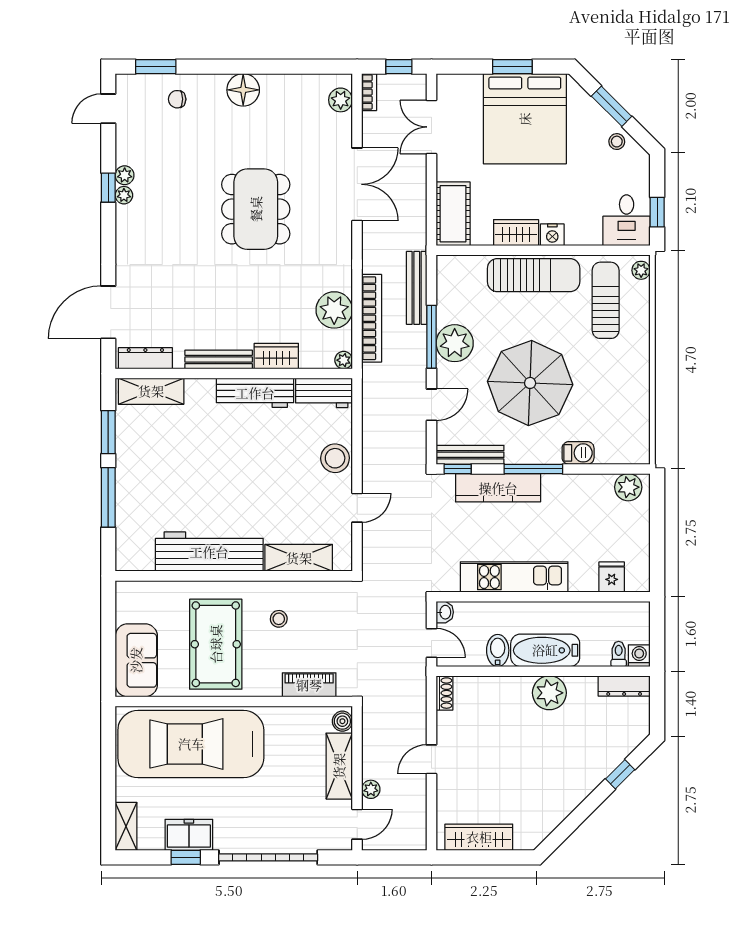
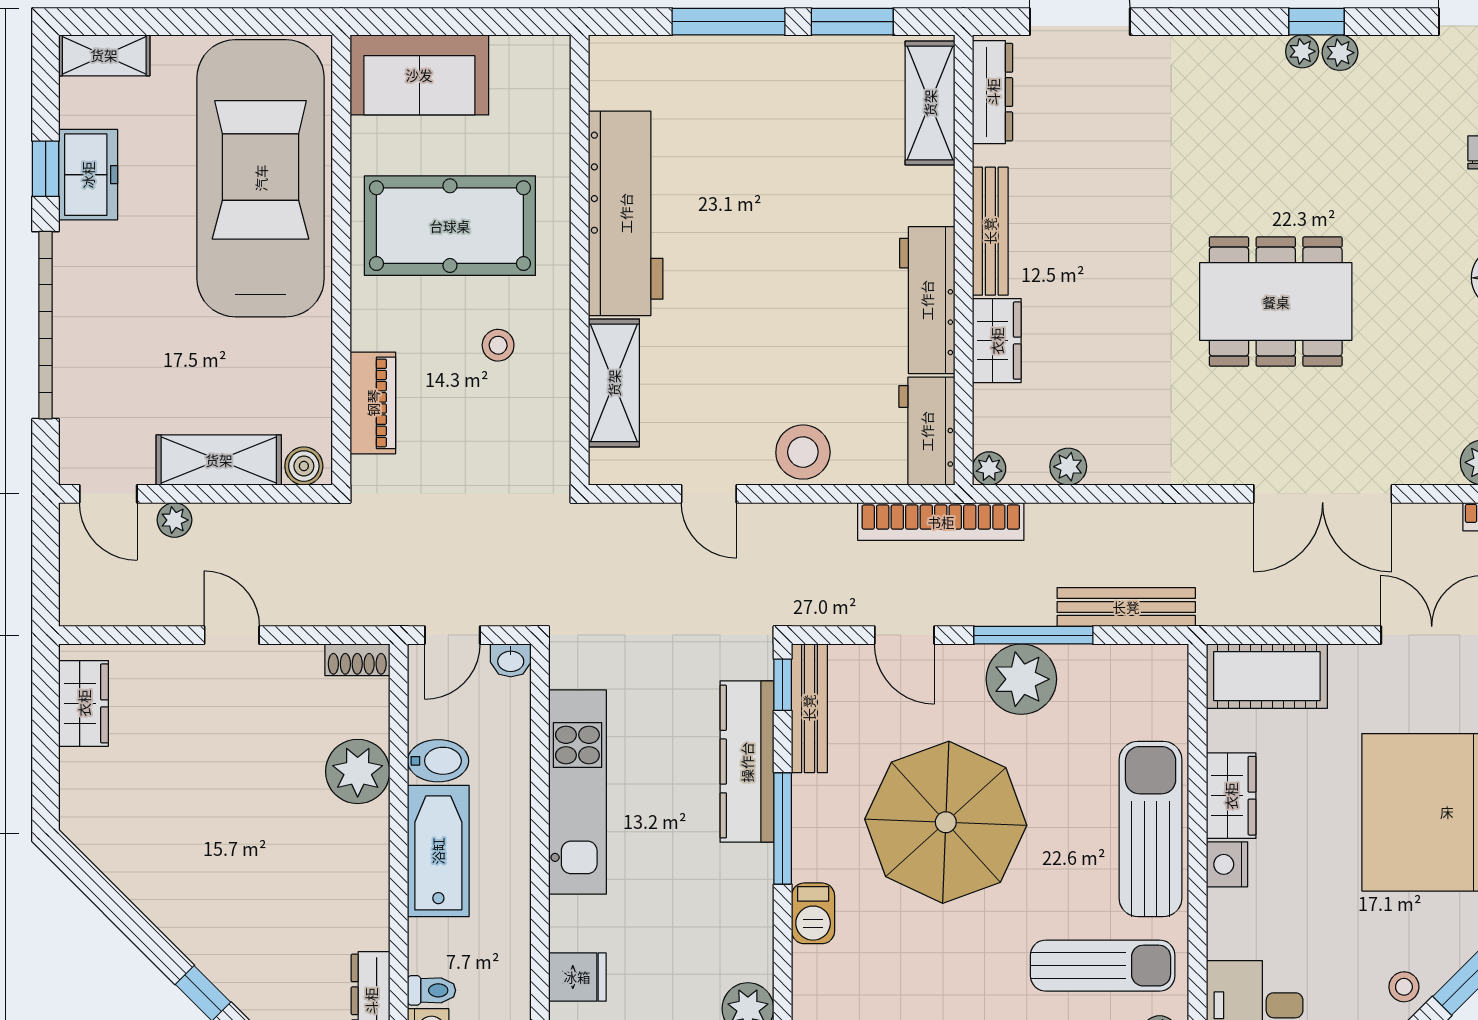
sun lounger: (534, 275) -> (1151, 829), turned 180
plant: (334, 310) -> (1068, 467), width x0.53, depth x0.53
bookcase: (372, 318) -> (941, 522), moved
plant: (549, 693) -> (358, 771), moved
wardrobe: (479, 837) -> (84, 703), width x0.67

